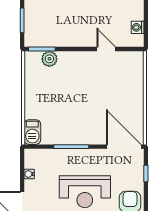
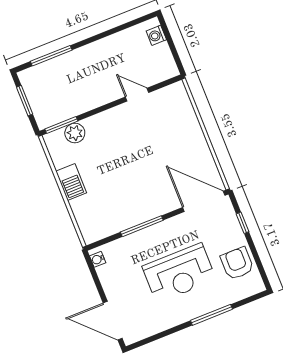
washing machine: (138, 27) -> (156, 35), moved
barbecue: (32, 132) -> (71, 182), moved
water cooler: (29, 174) -> (98, 259), moved

